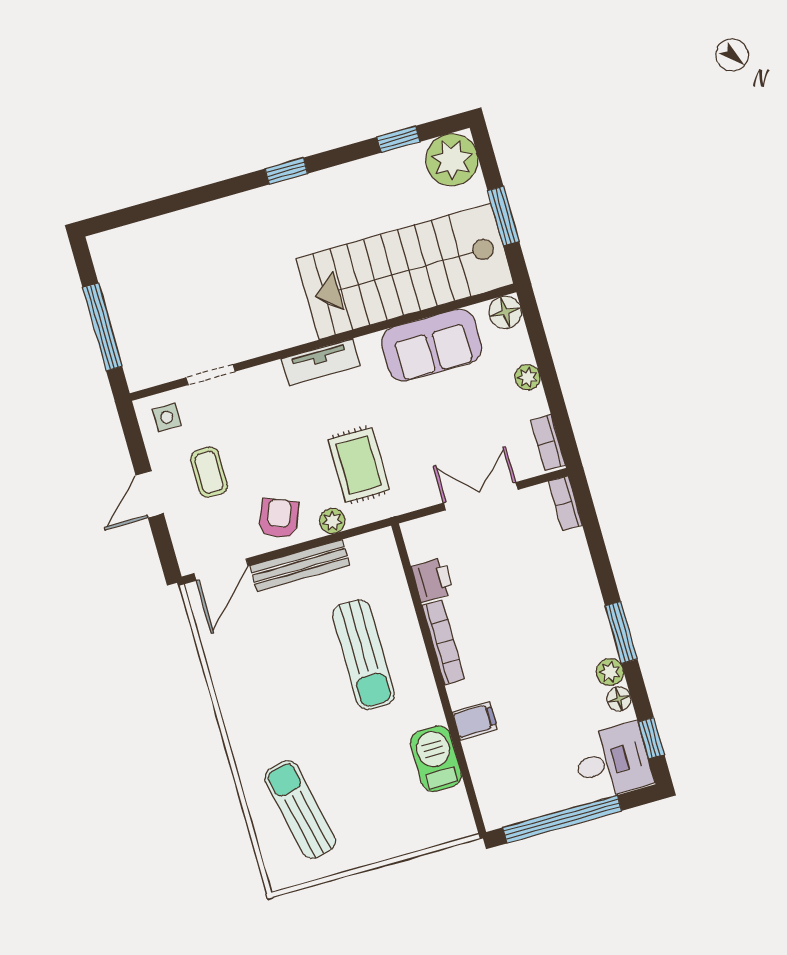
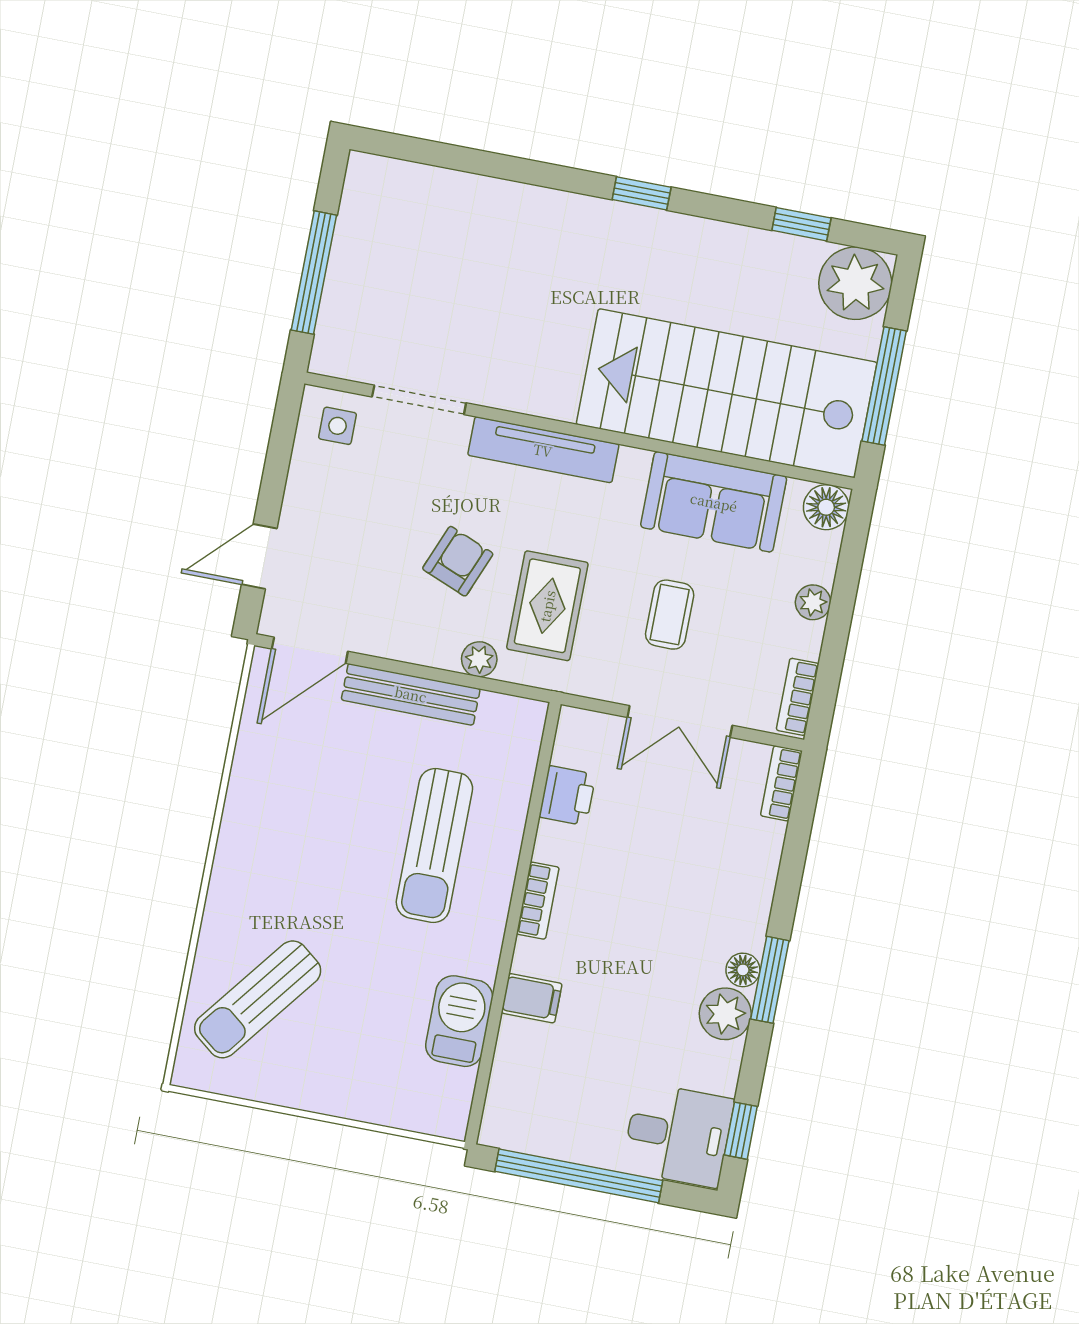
window: (503, 216) -> (884, 386), width x1.44
tv unit: (321, 362) -> (543, 450), width x1.41
doorway: (211, 375) -> (419, 400), width x1.38
coffee table: (209, 472) -> (670, 615), moved
door: (150, 494) -> (259, 556), moved
double door: (481, 496) -> (680, 721), swing flipped
armchair: (279, 518) -> (458, 561), moved
bookcase: (443, 642) -> (538, 901), width x0.64
plant: (610, 672) -> (725, 1014), width x1.38, depth x1.38
floor lamp: (619, 699) -> (743, 970), moved
sun lounger: (300, 810) -> (258, 999), turned -130

